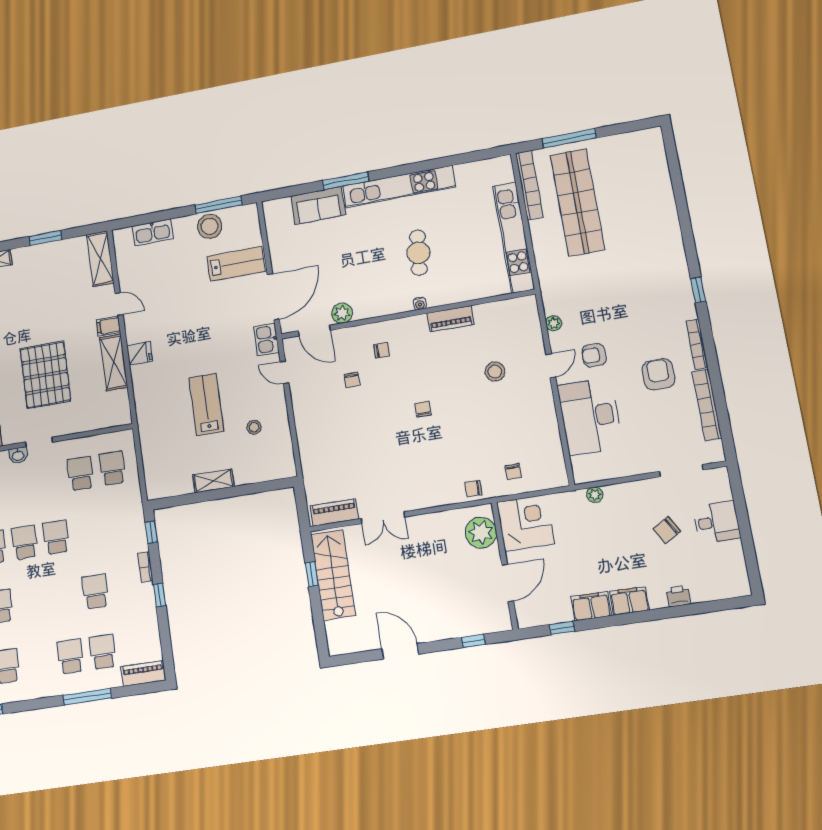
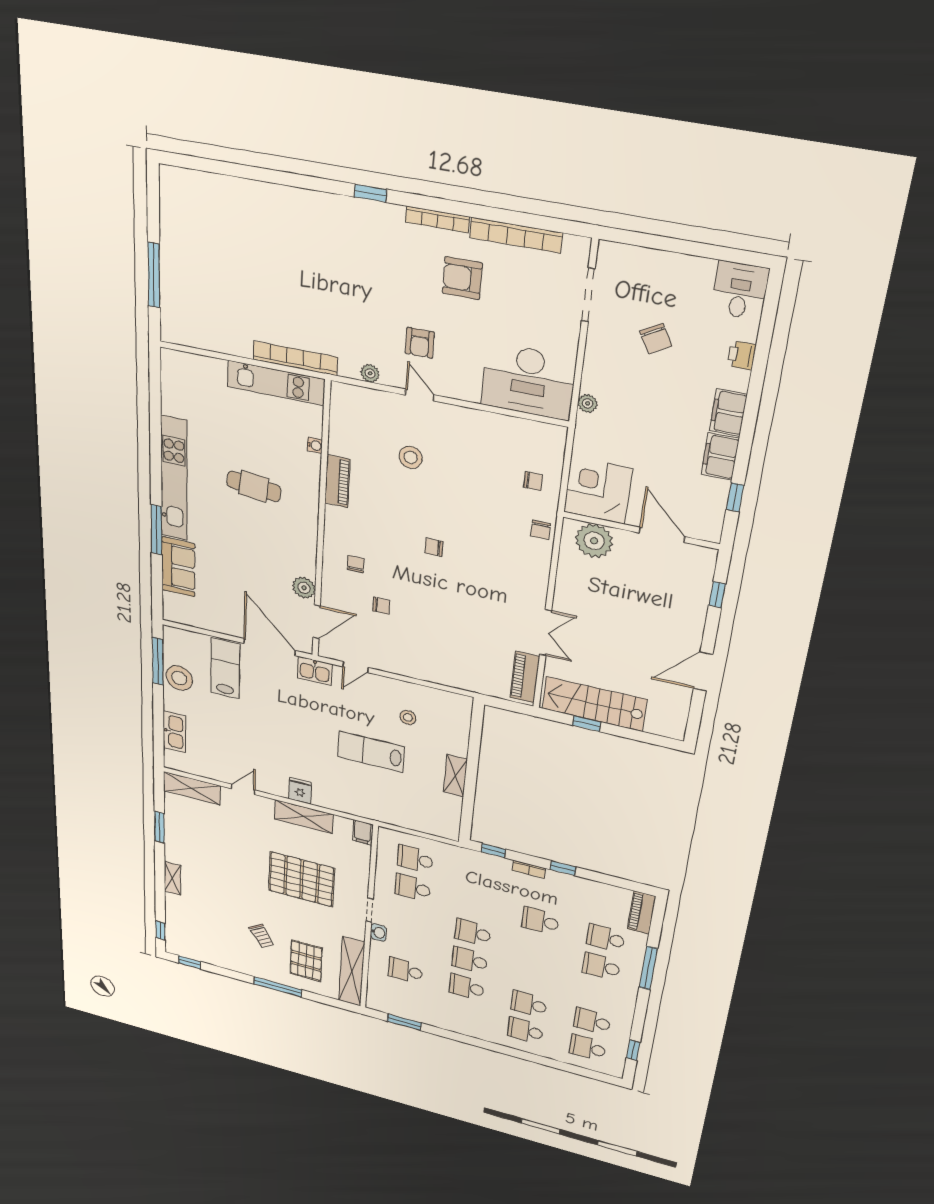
bookcase: (529, 185) -> (295, 358), moved
shop shelf: (577, 202) -> (232, 294), removed
kitchen unit: (514, 237) -> (276, 383), width x0.73
water cooler: (420, 304) -> (315, 445), moved
filing cabinet: (108, 326) -> (363, 832), moved
desk: (590, 416) -> (528, 381), moved
desk: (717, 522) -> (740, 290), moved

